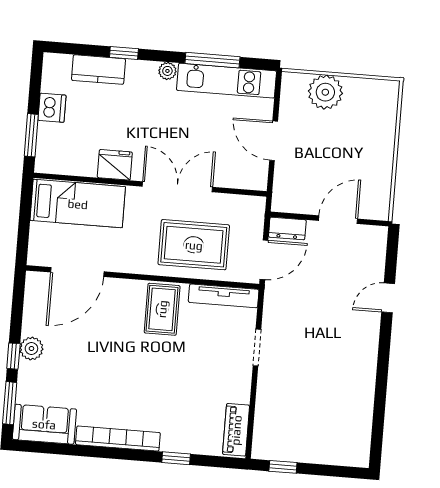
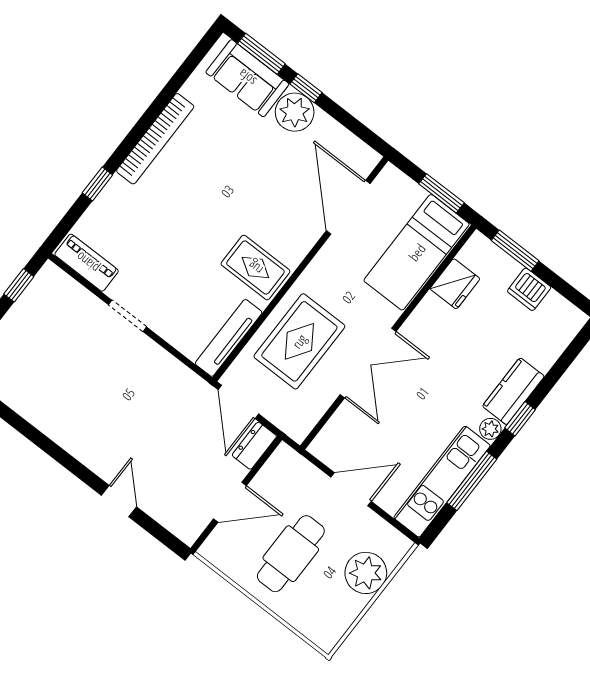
window: (124, 53) -> (520, 419), moved
kitchen counter: (98, 70) -> (513, 391), moved
cafe table: (346, 153) -> (291, 554), added
fridge: (115, 165) -> (455, 284), moved
window: (25, 213) -> (441, 193), added
door: (338, 220) -> (230, 502), hinge flipped
doorway: (257, 347) -> (127, 316), moved
plant: (31, 348) -> (295, 112), width x1.36, depth x1.36
sofa: (44, 424) -> (247, 78), moved, turned 90

